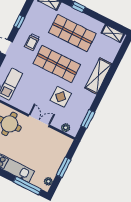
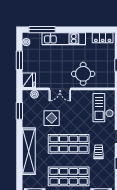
shelving: (98, 76) -> (29, 151), width x1.47
fridge: (64, 144) -> (29, 80), added

